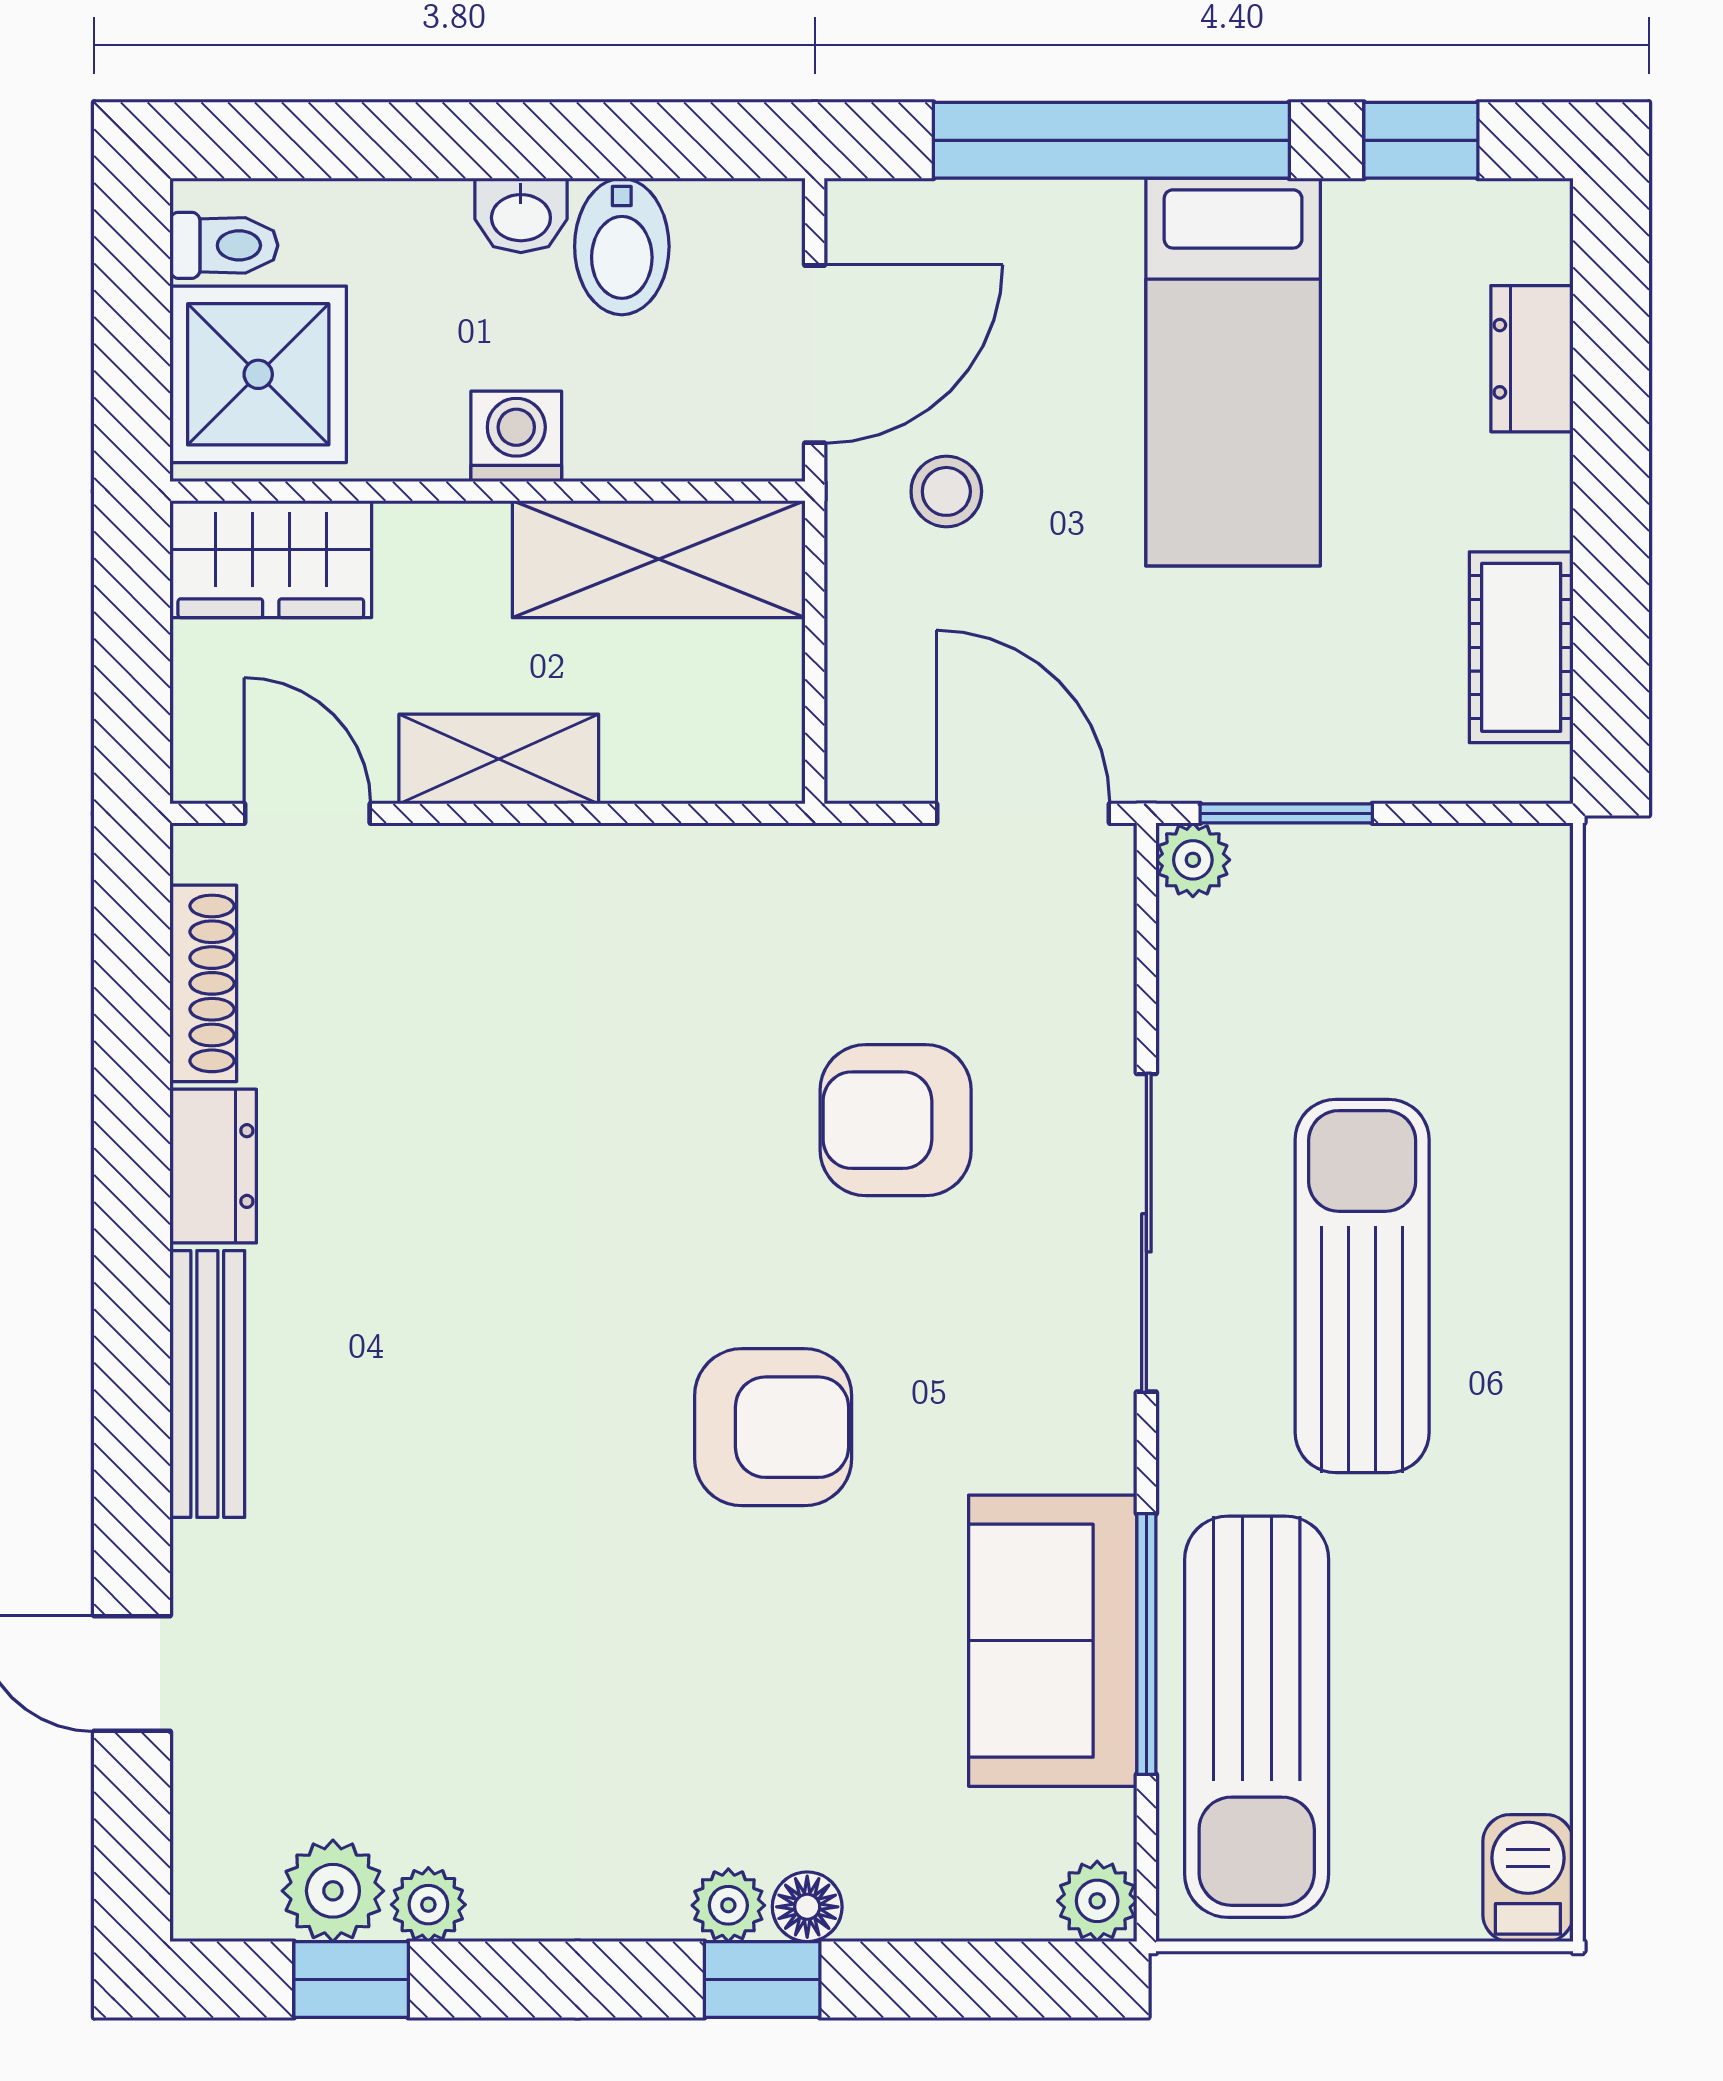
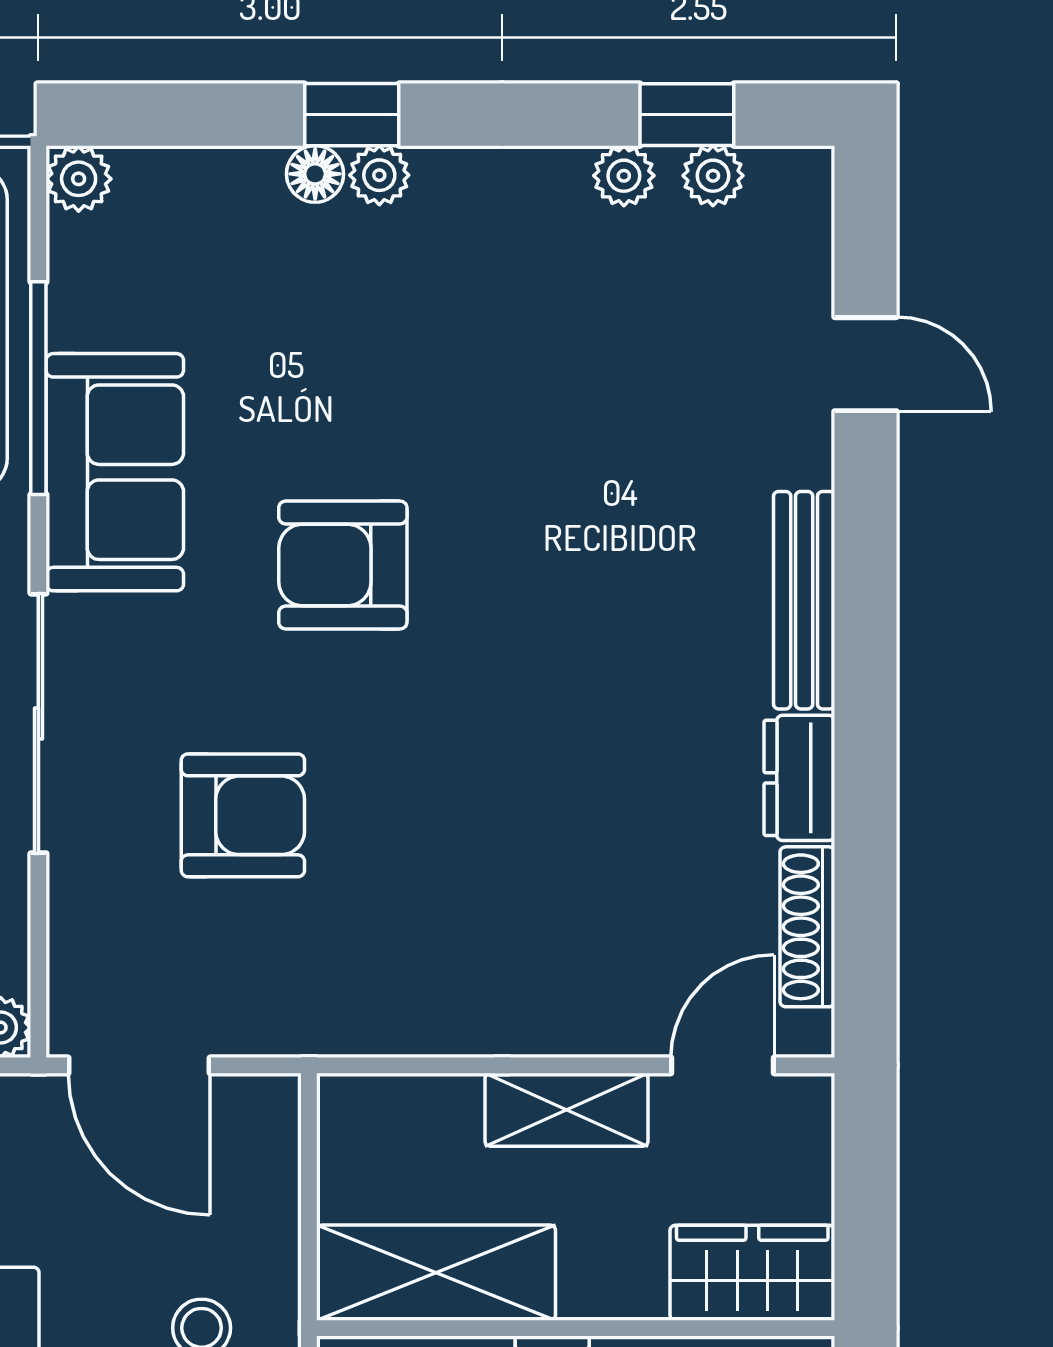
door: (307, 813) -> (723, 1065), swing flipped
sofa: (1053, 1641) -> (115, 472), moved
plant: (333, 1891) -> (713, 176), width x0.73, depth x0.73

